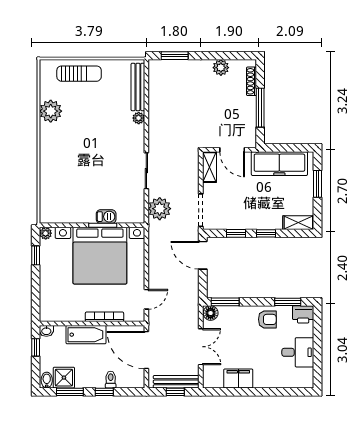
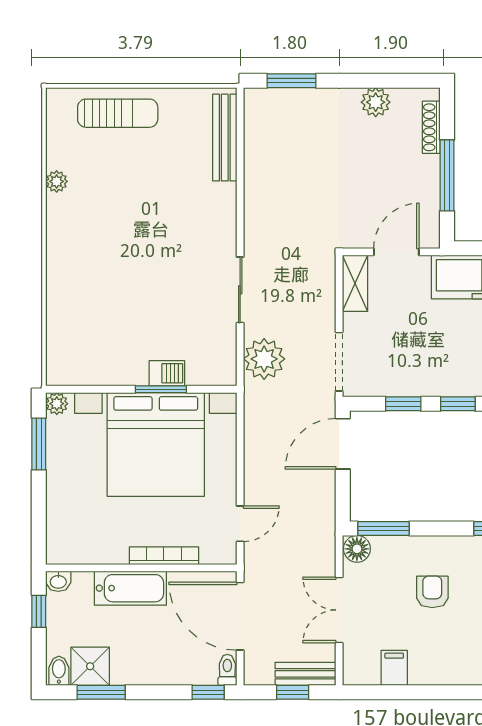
plant: (51, 111) -> (57, 181), width x0.53, depth x0.53
plant: (139, 118) -> (226, 194), removed
door: (232, 150) -> (396, 252), swing flipped
window: (36, 255) -> (39, 444), width x1.50
door: (203, 255) -> (343, 444), hinge flipped
armchair: (267, 319) -> (432, 592), moved, turned -90
double door: (201, 347) -> (339, 610), swing flipped
filing cabinet: (238, 378) -> (394, 668), width x0.50
toilet: (111, 380) -> (227, 670), moved
bench: (176, 382) -> (305, 674), width x0.73
window: (104, 392) -> (208, 692), moved

